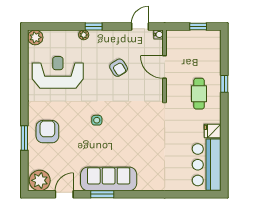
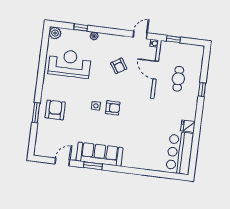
window: (94, 26) -> (81, 27), moved
window: (198, 26) -> (173, 39), moved
cafe table: (199, 94) -> (178, 79), moved
armchair: (118, 120) -> (113, 108), added
plant: (40, 180) -> (44, 148), removed

